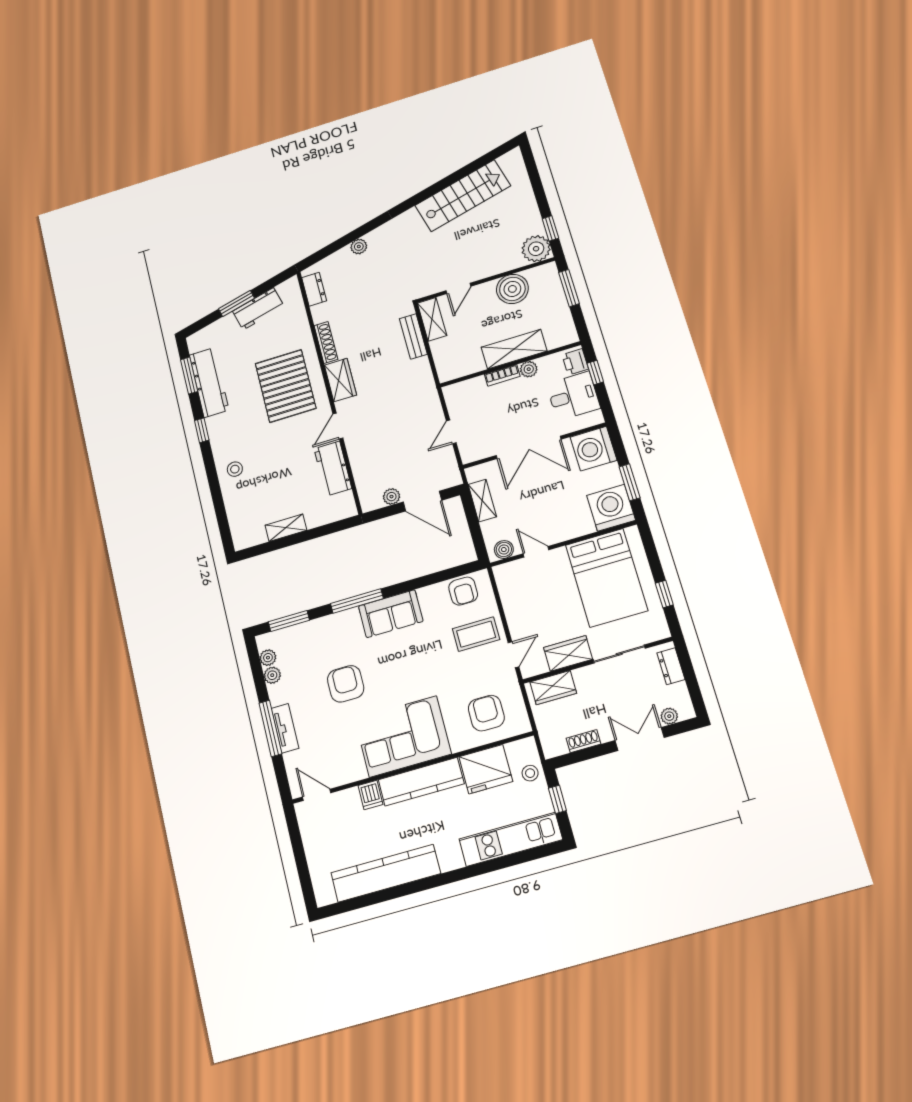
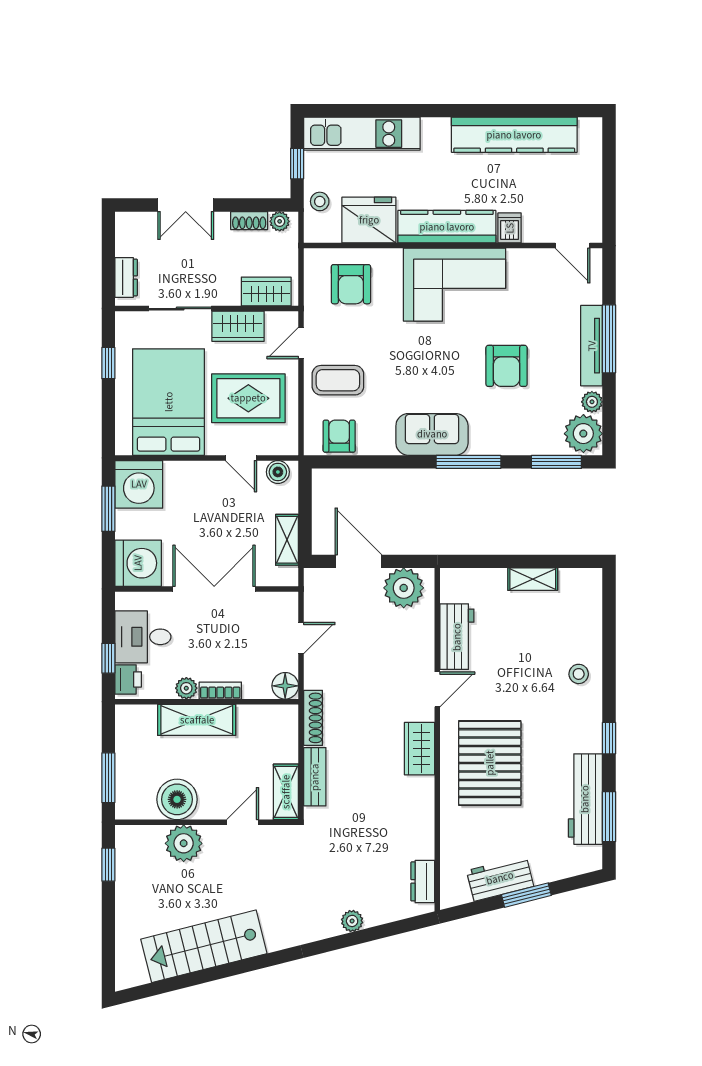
plant: (536, 249) -> (184, 843), moved
shoe rack: (326, 342) -> (313, 718), moved, turned 180
floor lamp: (454, 394) -> (285, 686), added
plant: (391, 497) -> (404, 588), width x1.88, depth x1.88
rug: (543, 599) -> (248, 398), added
plant: (268, 658) -> (583, 434), width x1.87, depth x1.87
plant: (669, 716) -> (280, 221), moved
tv unit: (285, 728) -> (592, 346), width x1.41

